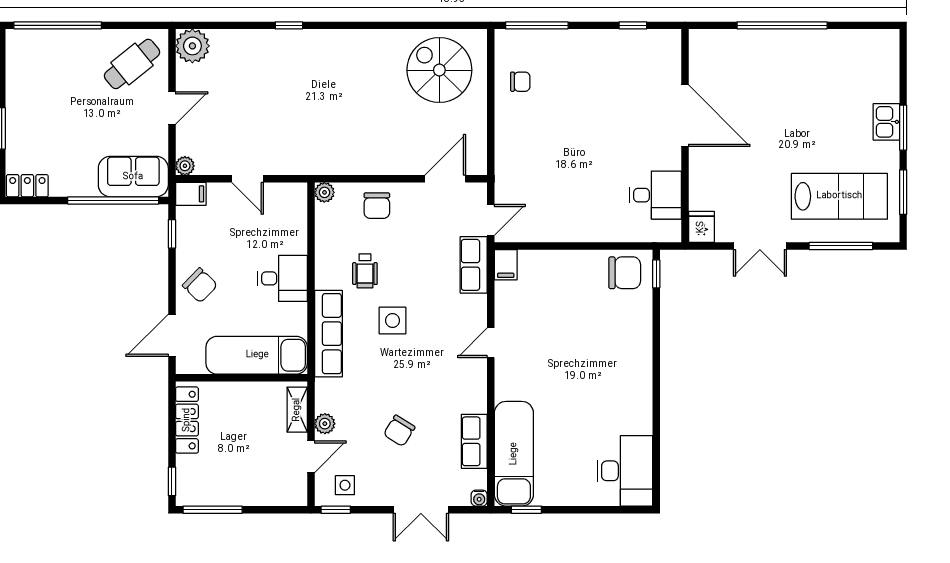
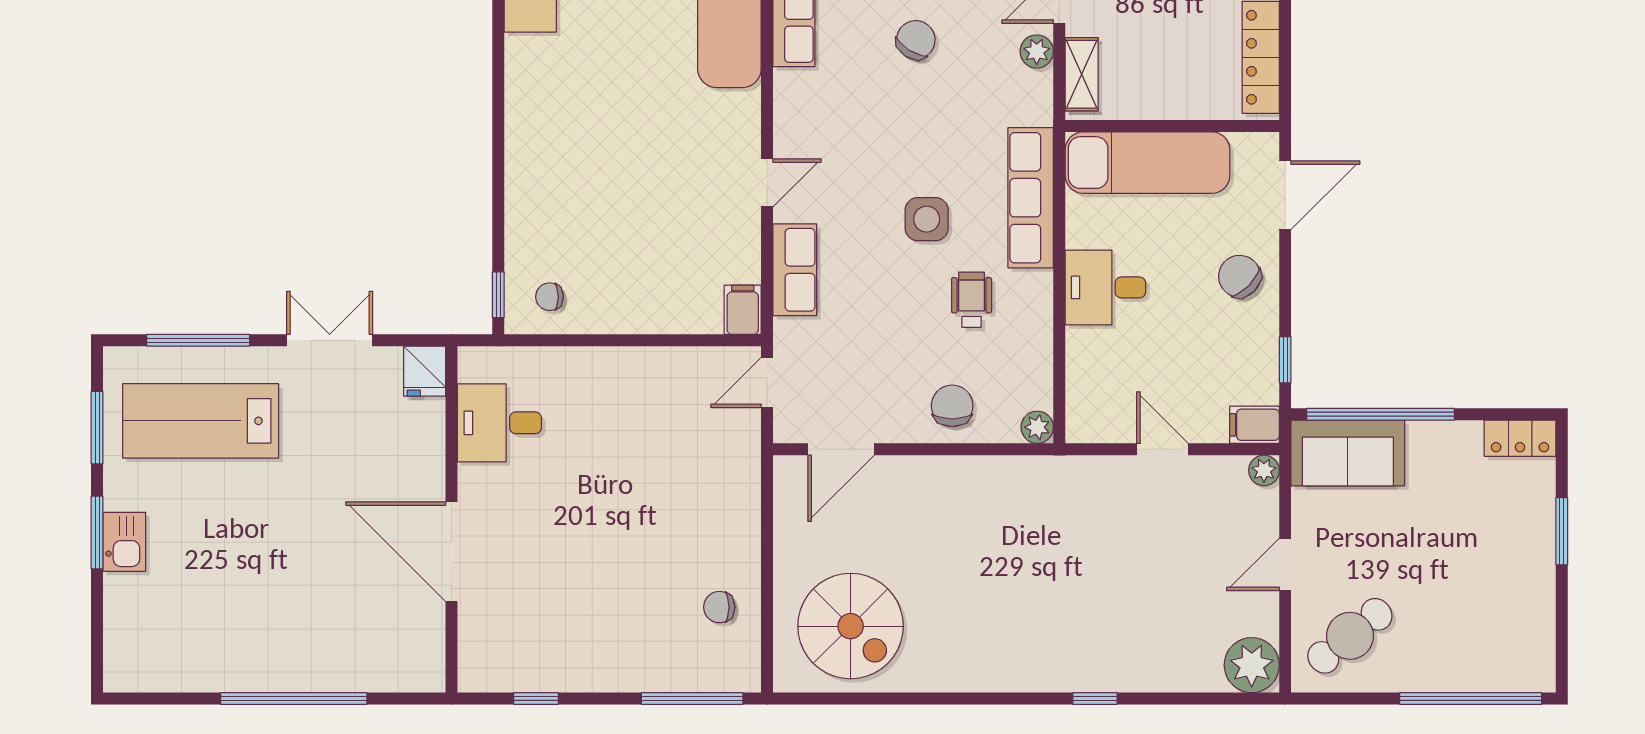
row of seats: (474, 265) -> (795, 270), moved
chair: (625, 273) -> (550, 297), width x0.54, depth x0.54

